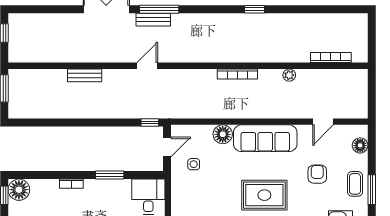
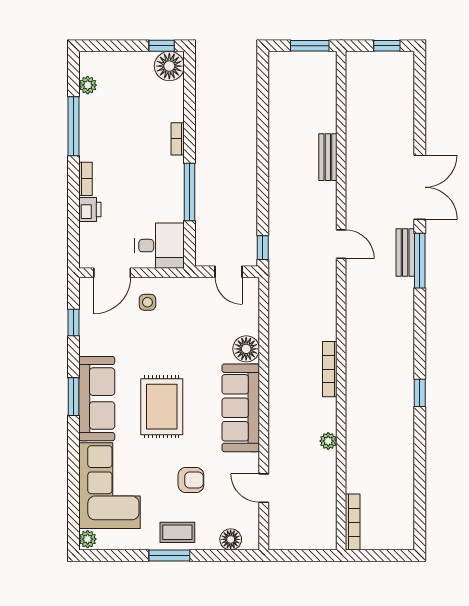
bookcase: (331, 58) -> (353, 522), moved
side table: (194, 164) -> (147, 302), moved
window: (110, 175) -> (190, 192), width x1.44

